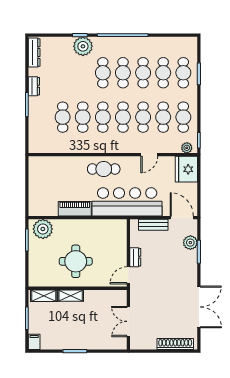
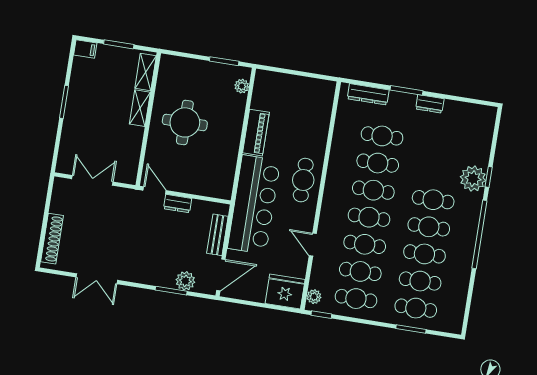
dresser: (34, 53) -> (368, 94), moved
plant: (43, 229) -> (242, 86), width x0.53, depth x0.53
double door: (199, 307) -> (97, 279), width x0.73

